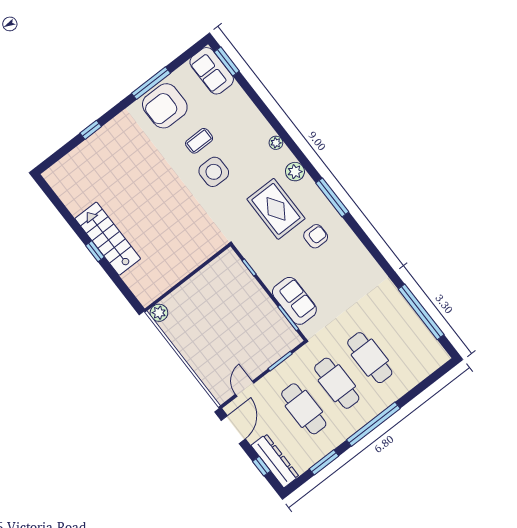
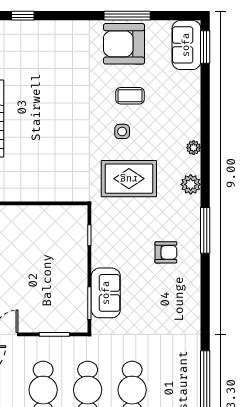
window: (91, 130) -> (23, 16), moved
side table: (214, 172) -> (122, 131), width x0.54, depth x0.54
rug: (276, 209) -> (129, 179), moved, turned 90

